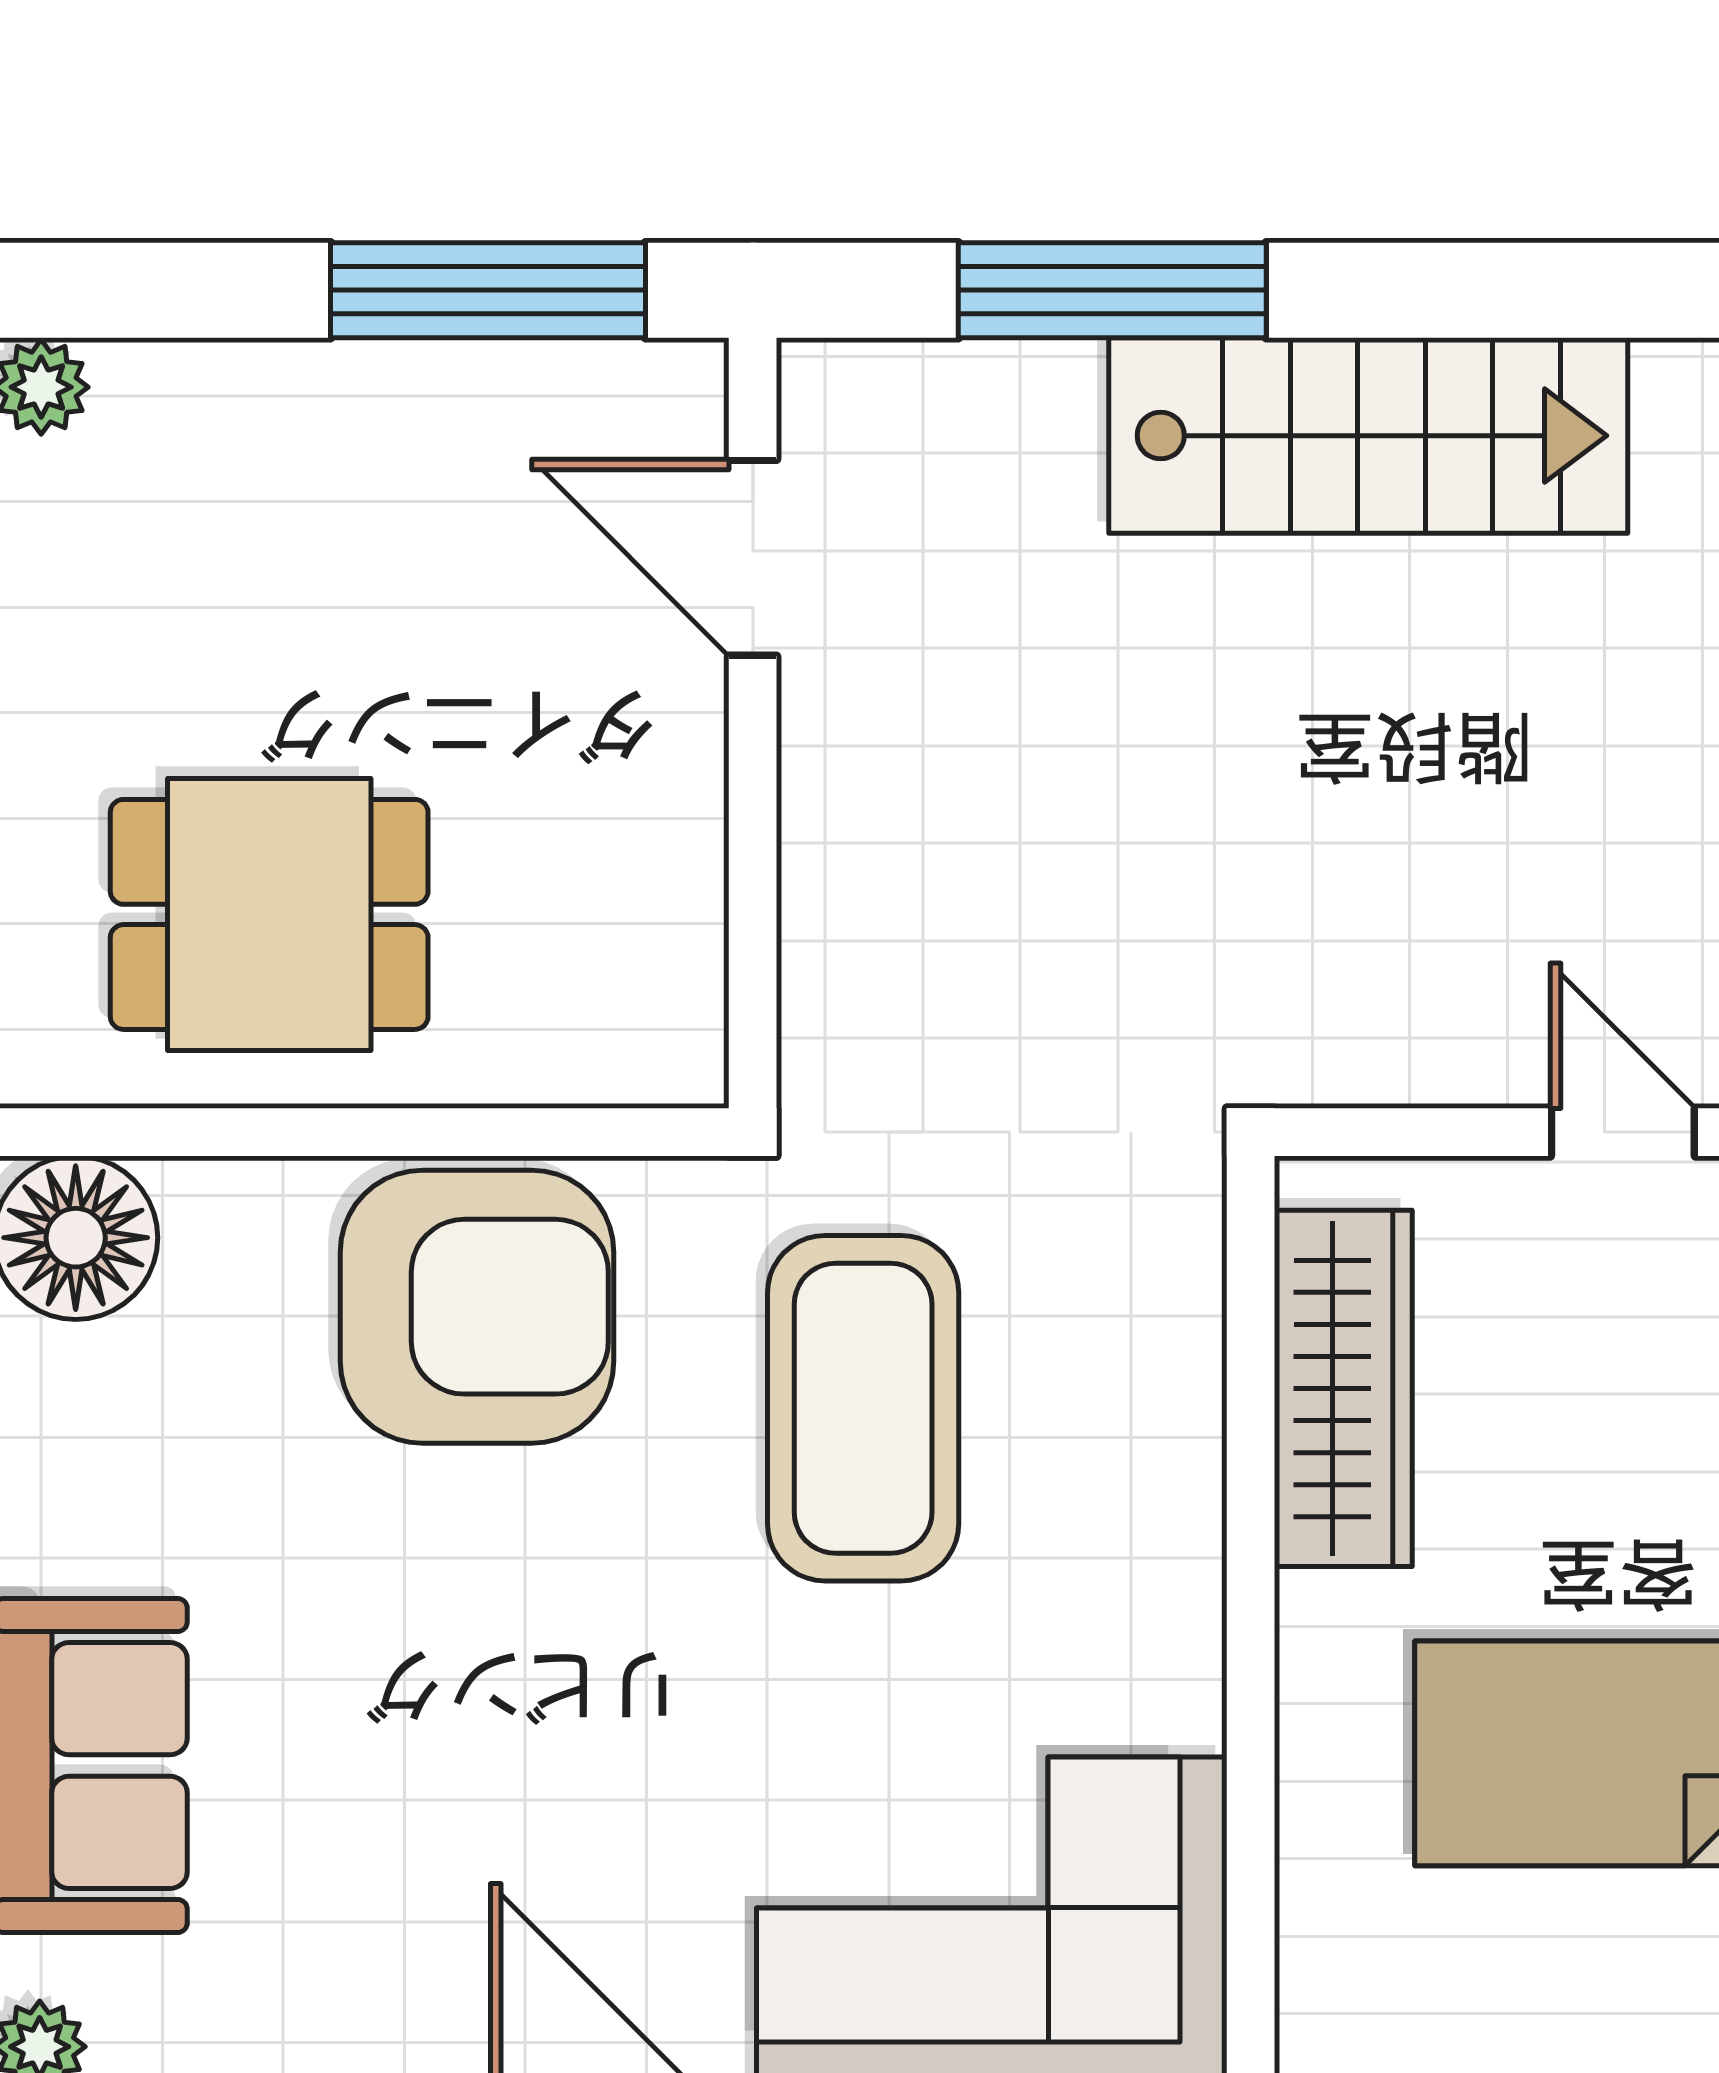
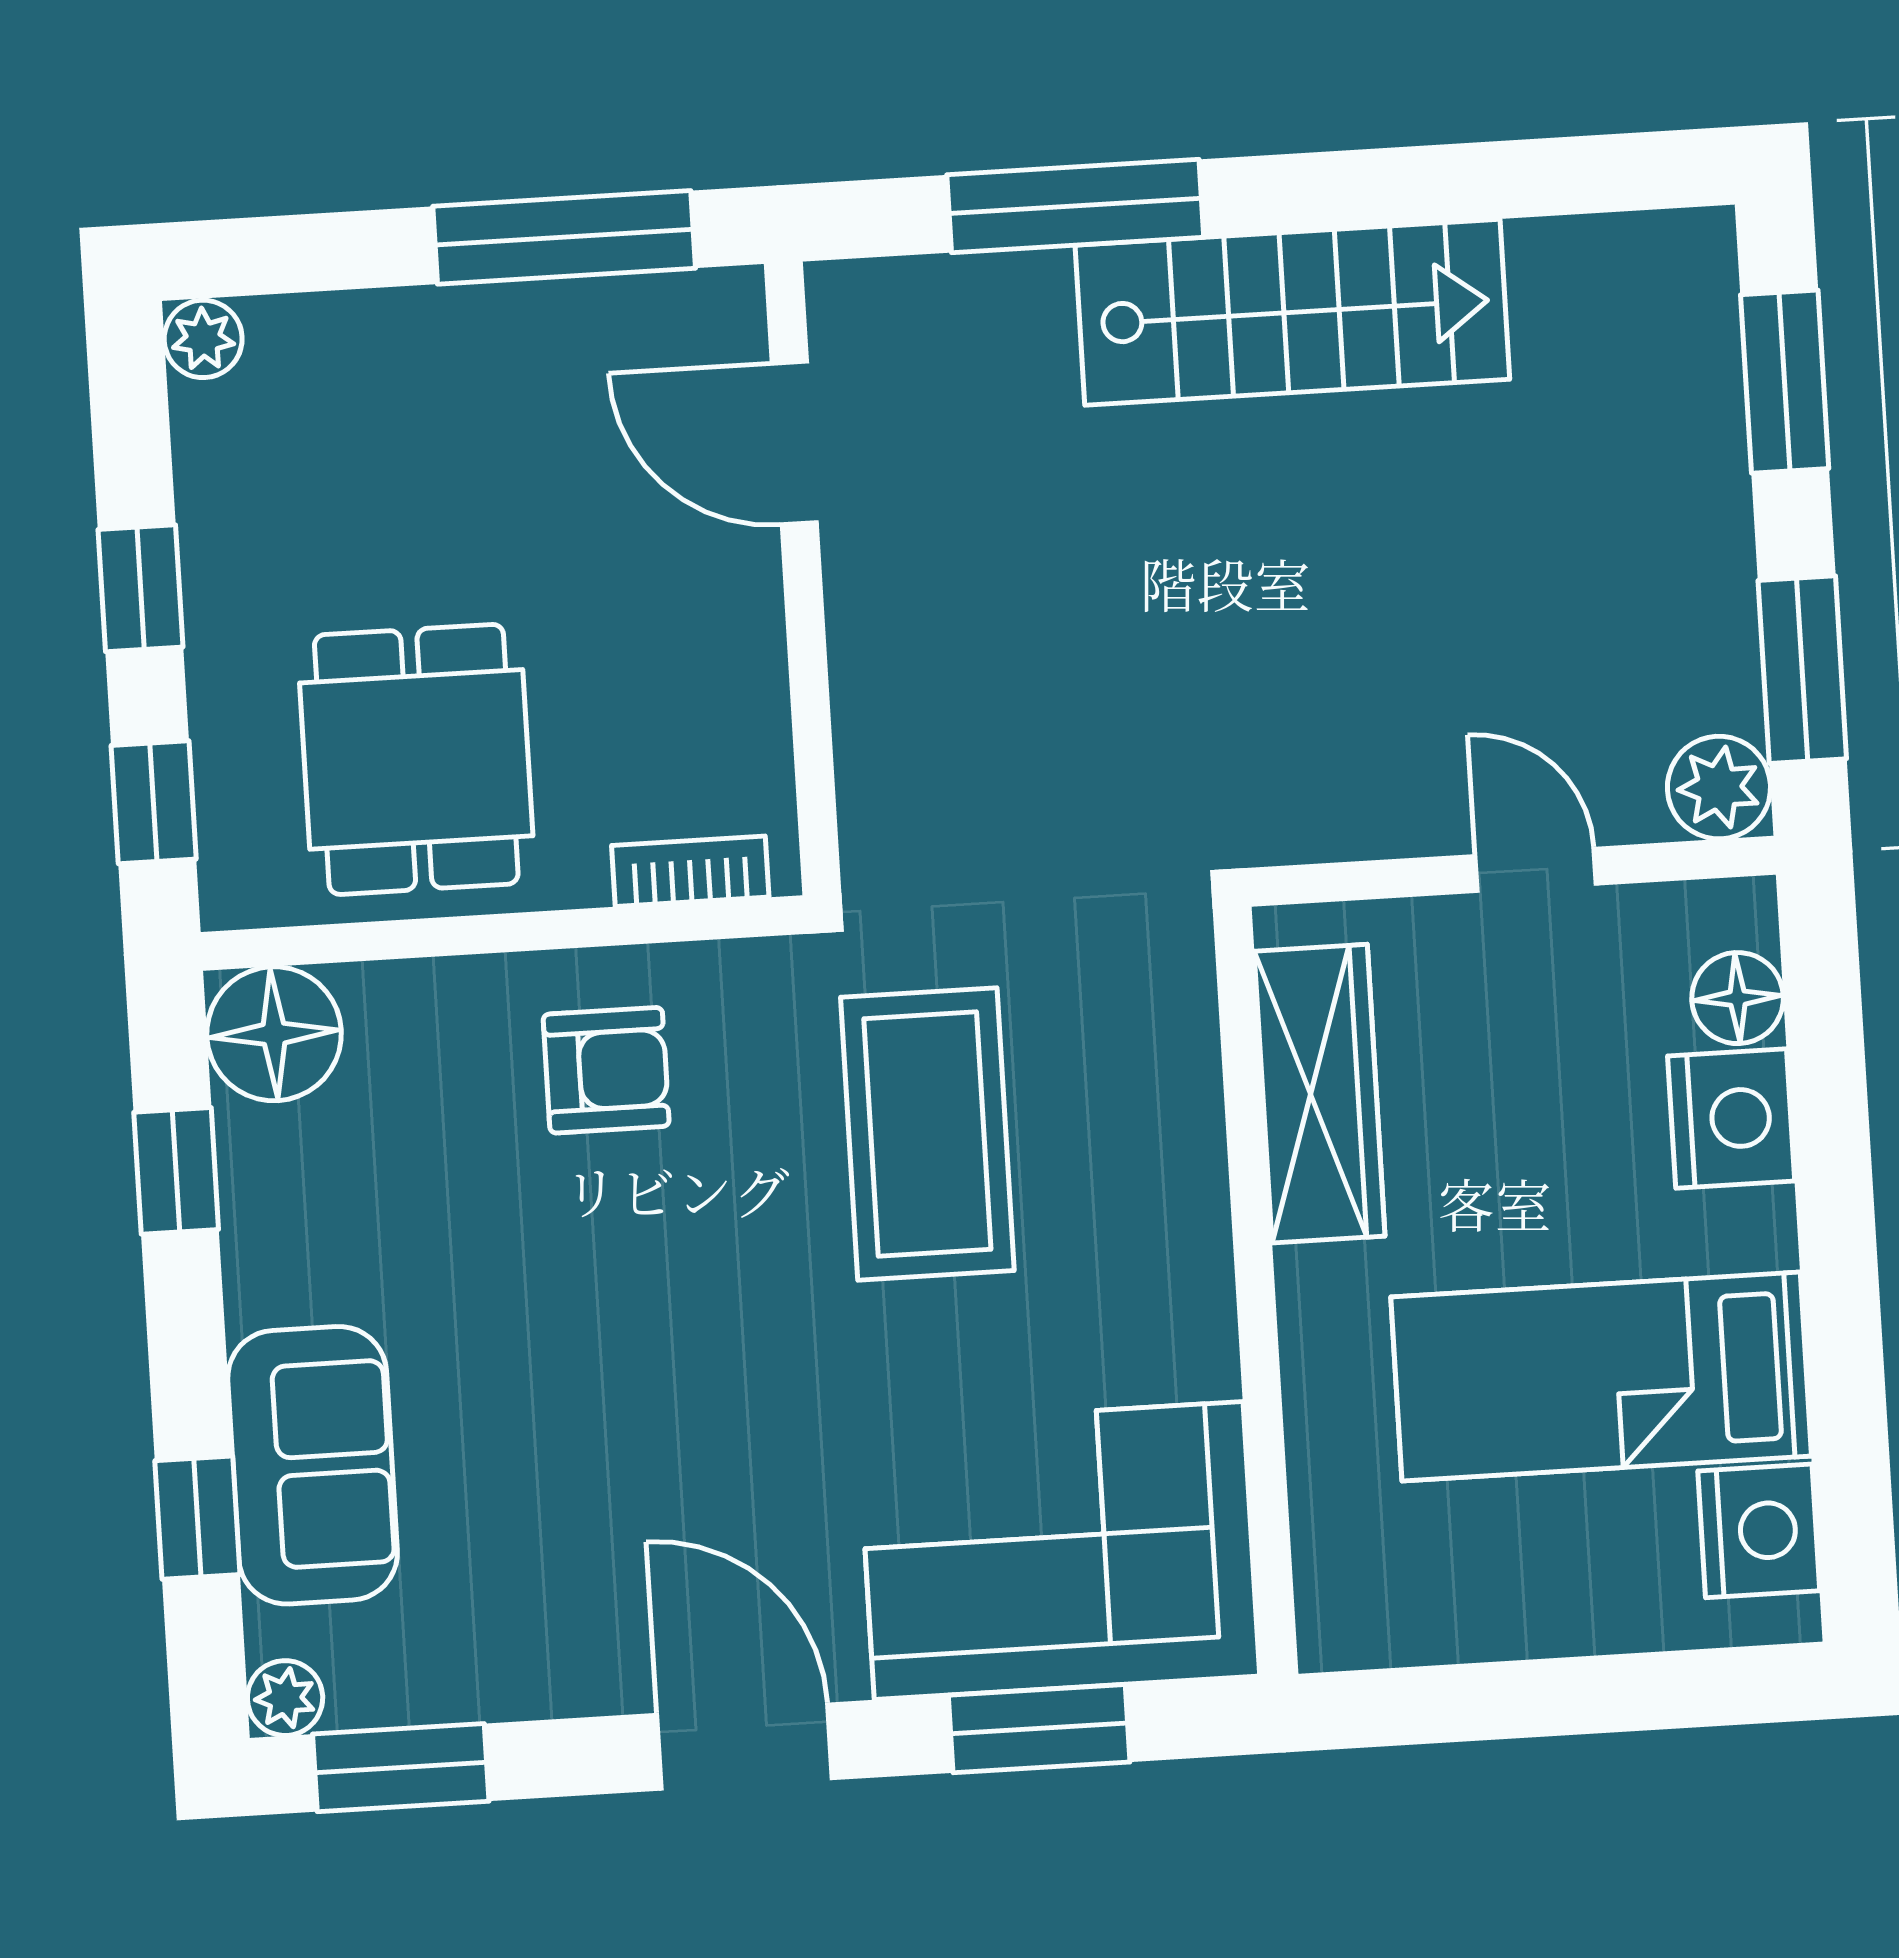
dining table: (269, 914) -> (416, 759), turned 90
bookcase: (594, 1071) -> (690, 871), added
armchair: (477, 1307) -> (606, 1070), width x0.53, depth x0.53

